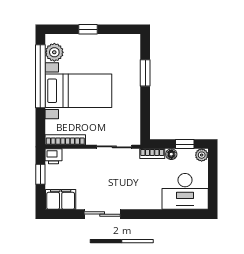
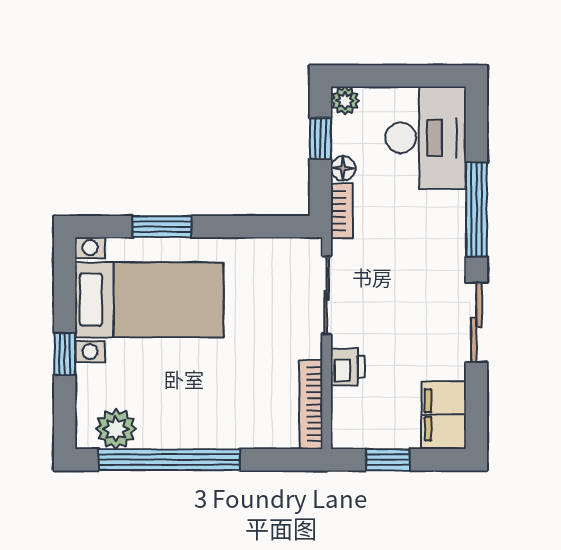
bed with nightstands: (78, 91) -> (149, 300), moved, turned 90
printer: (53, 156) -> (348, 367), moved
window: (153, 214) -> (476, 210), added

